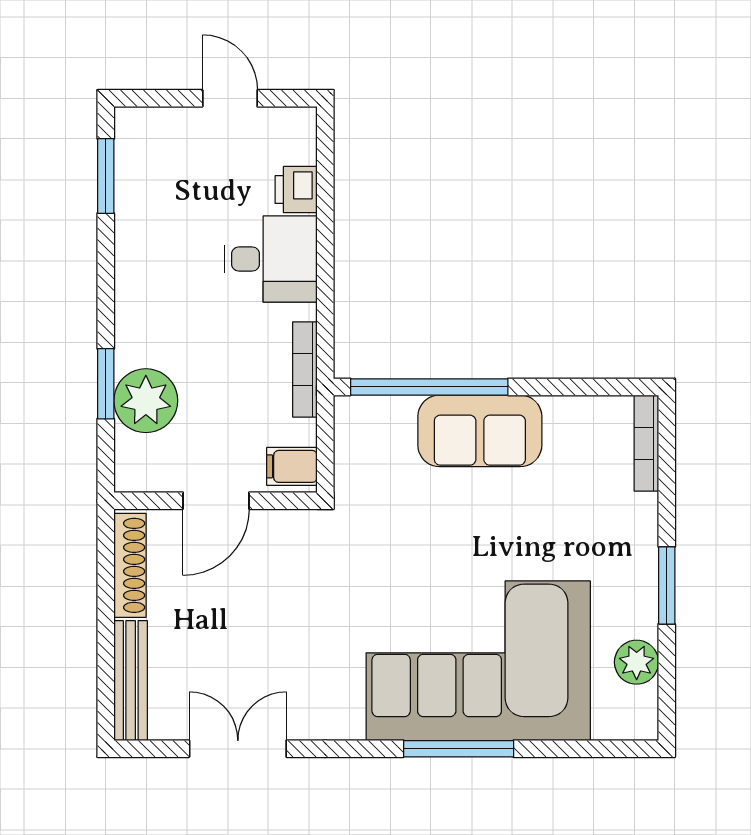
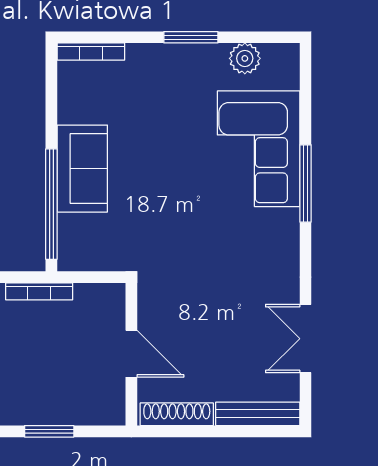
plant: (146, 401) -> (61, 403), removed
filing cabinet: (292, 466) -> (107, 301), removed
corner sofa: (478, 661) -> (259, 149), width x0.73, depth x0.74

